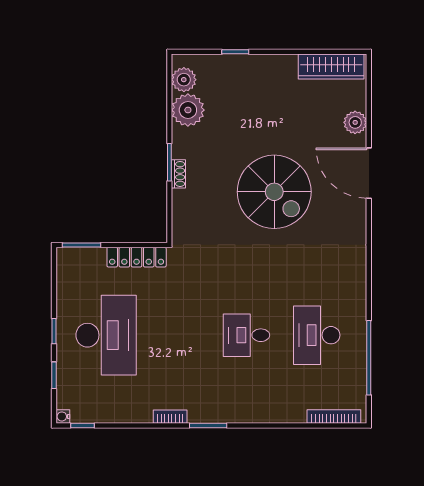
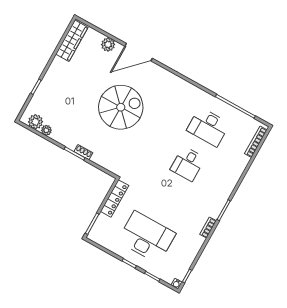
plant: (188, 110) -> (46, 130), width x0.53, depth x0.53

